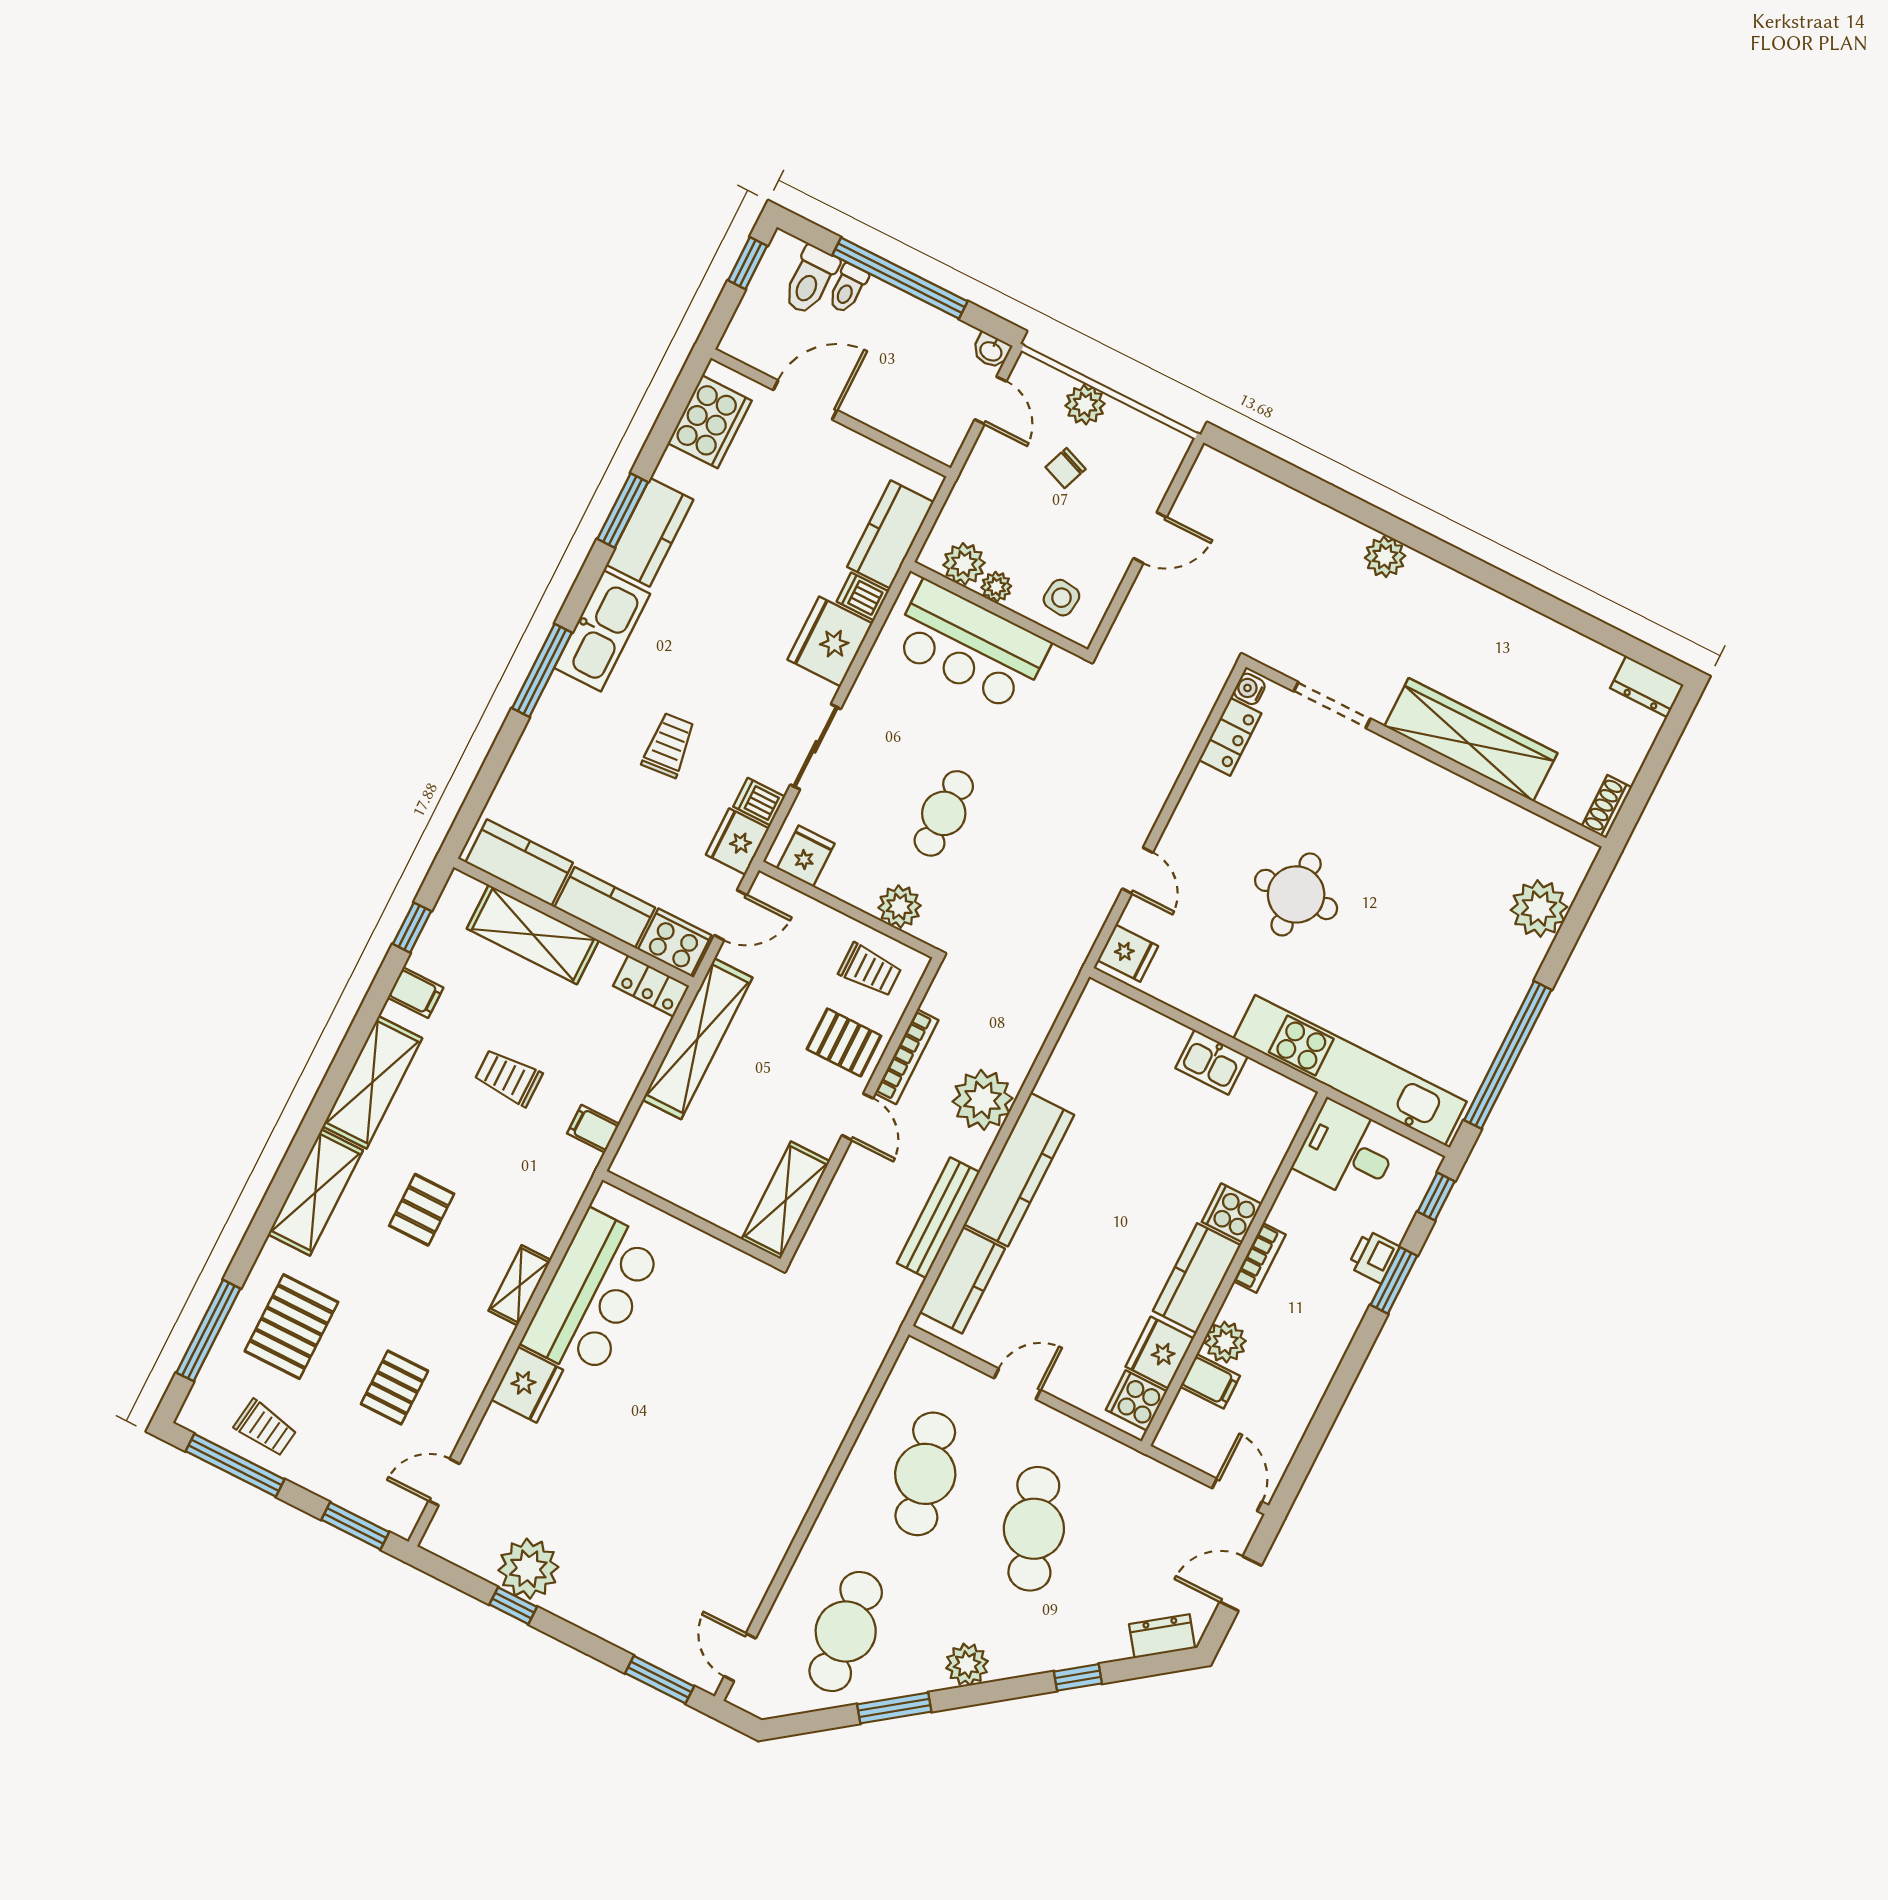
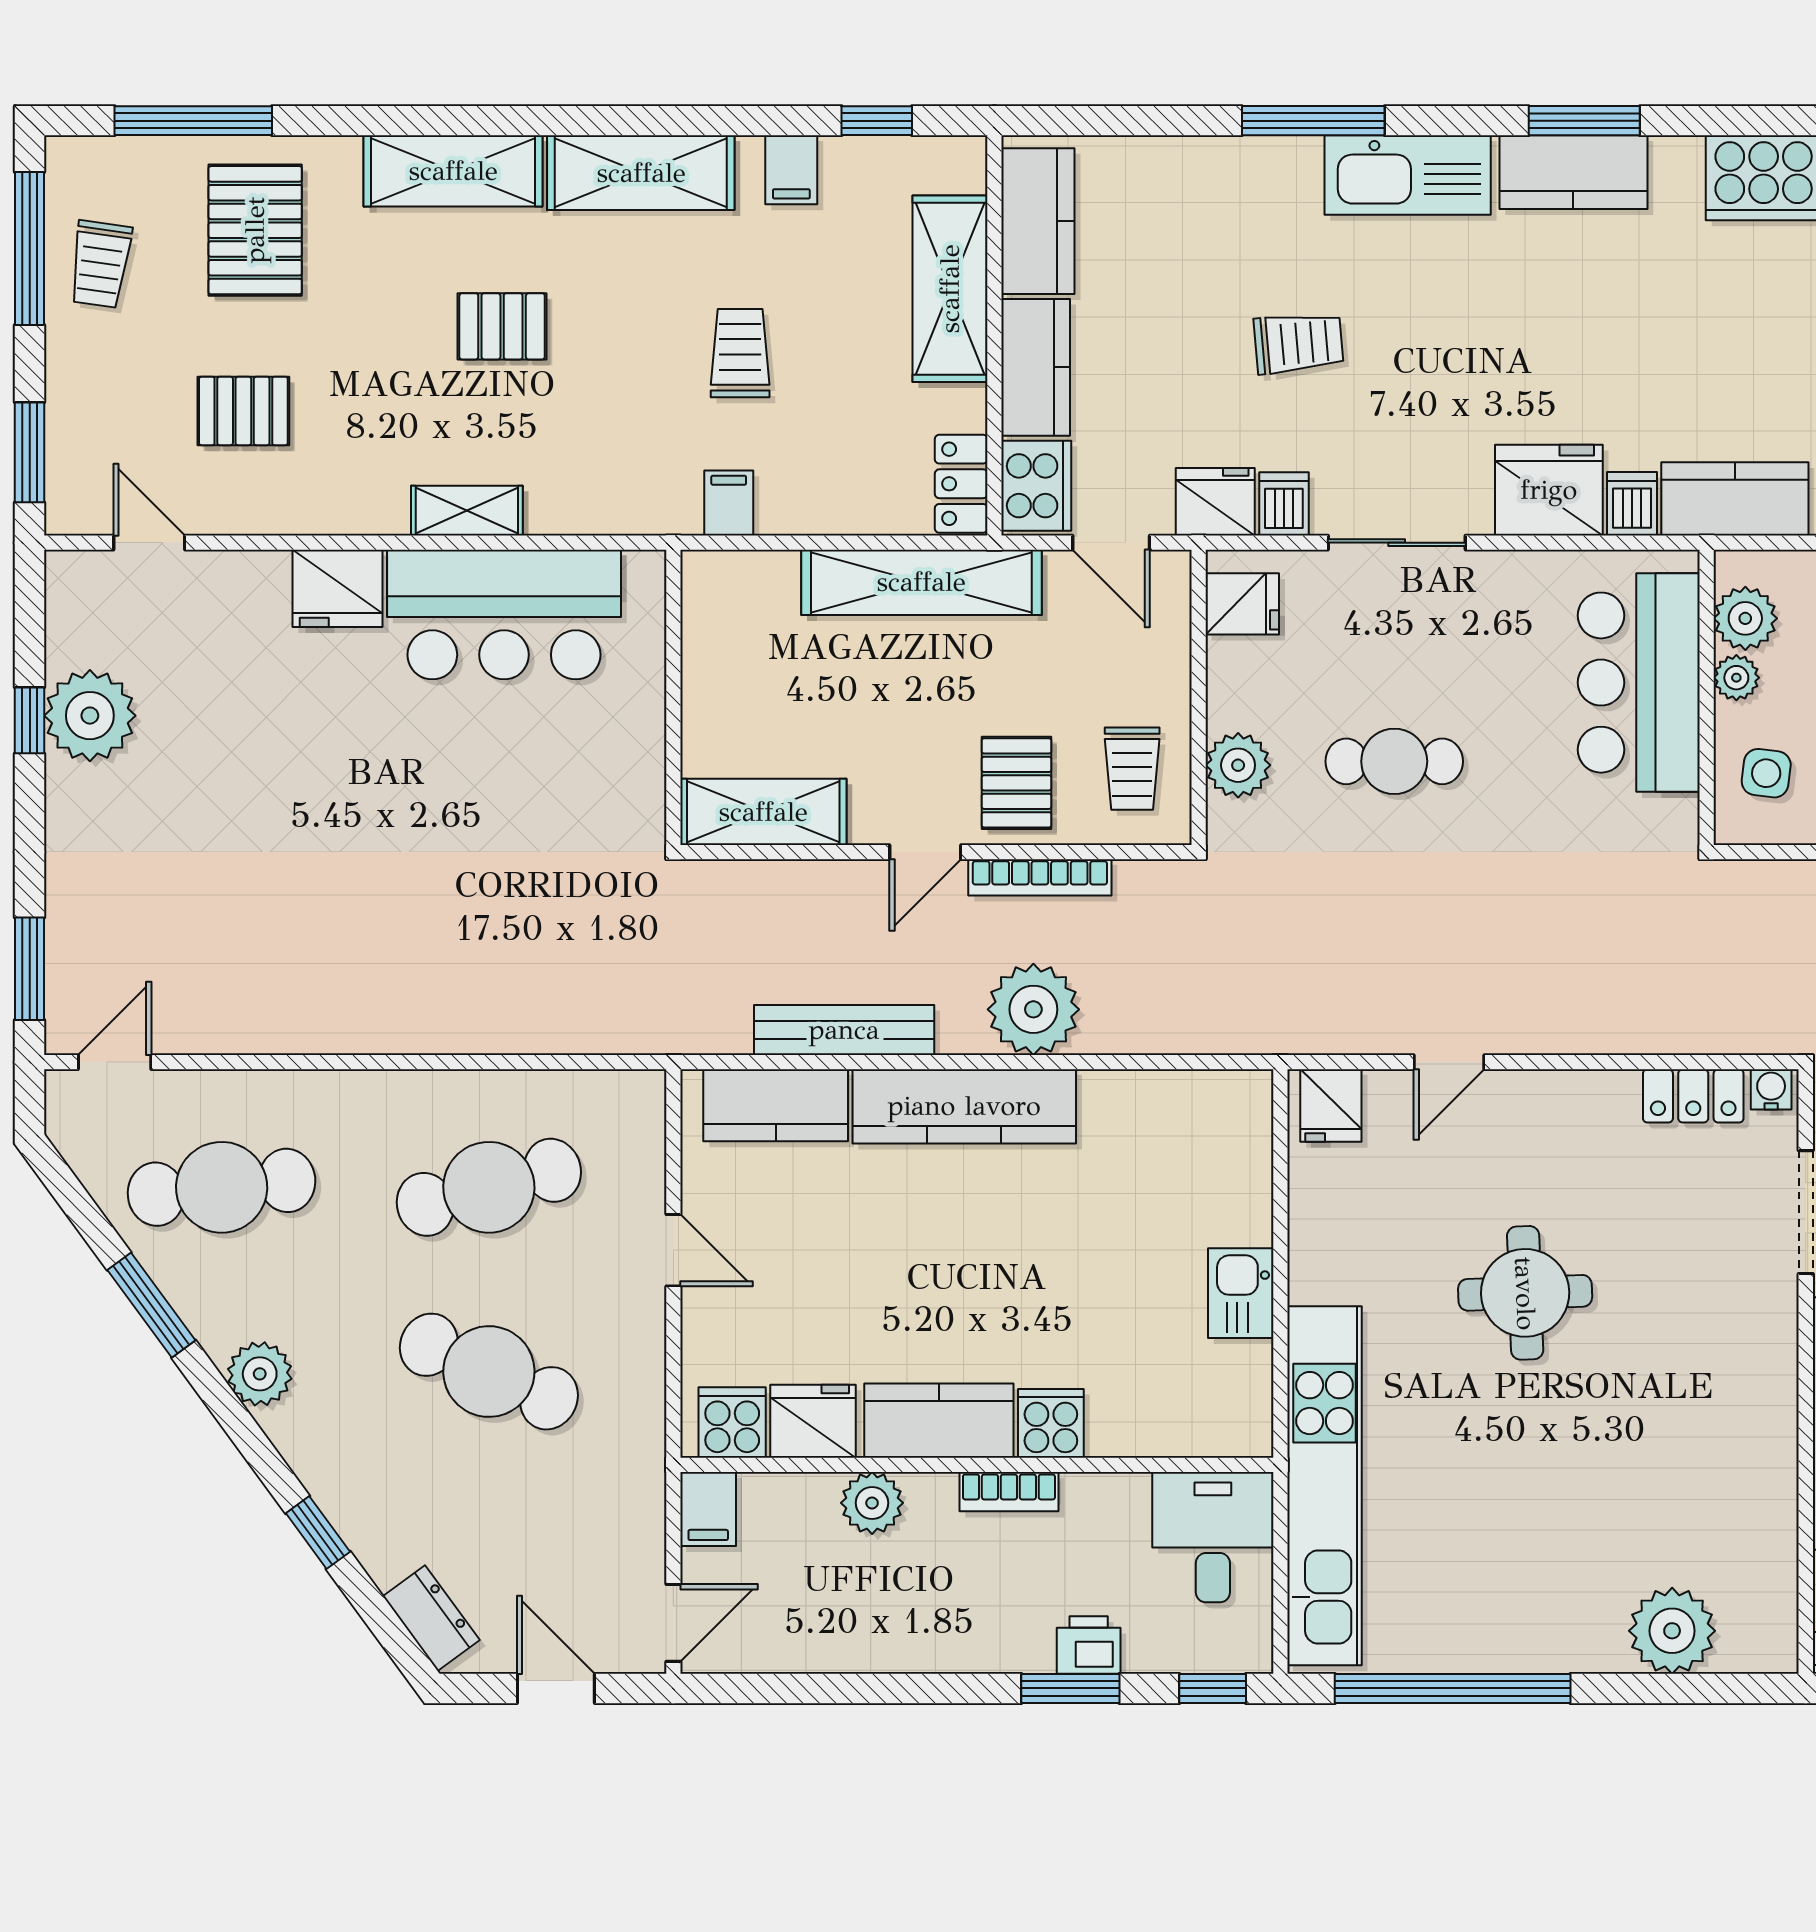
pallet: (291, 1327) -> (255, 230), turned 90
filing cabinet: (1210, 1381) -> (708, 1509), moved
cafe table: (1034, 1529) -> (489, 1372), turned 45

